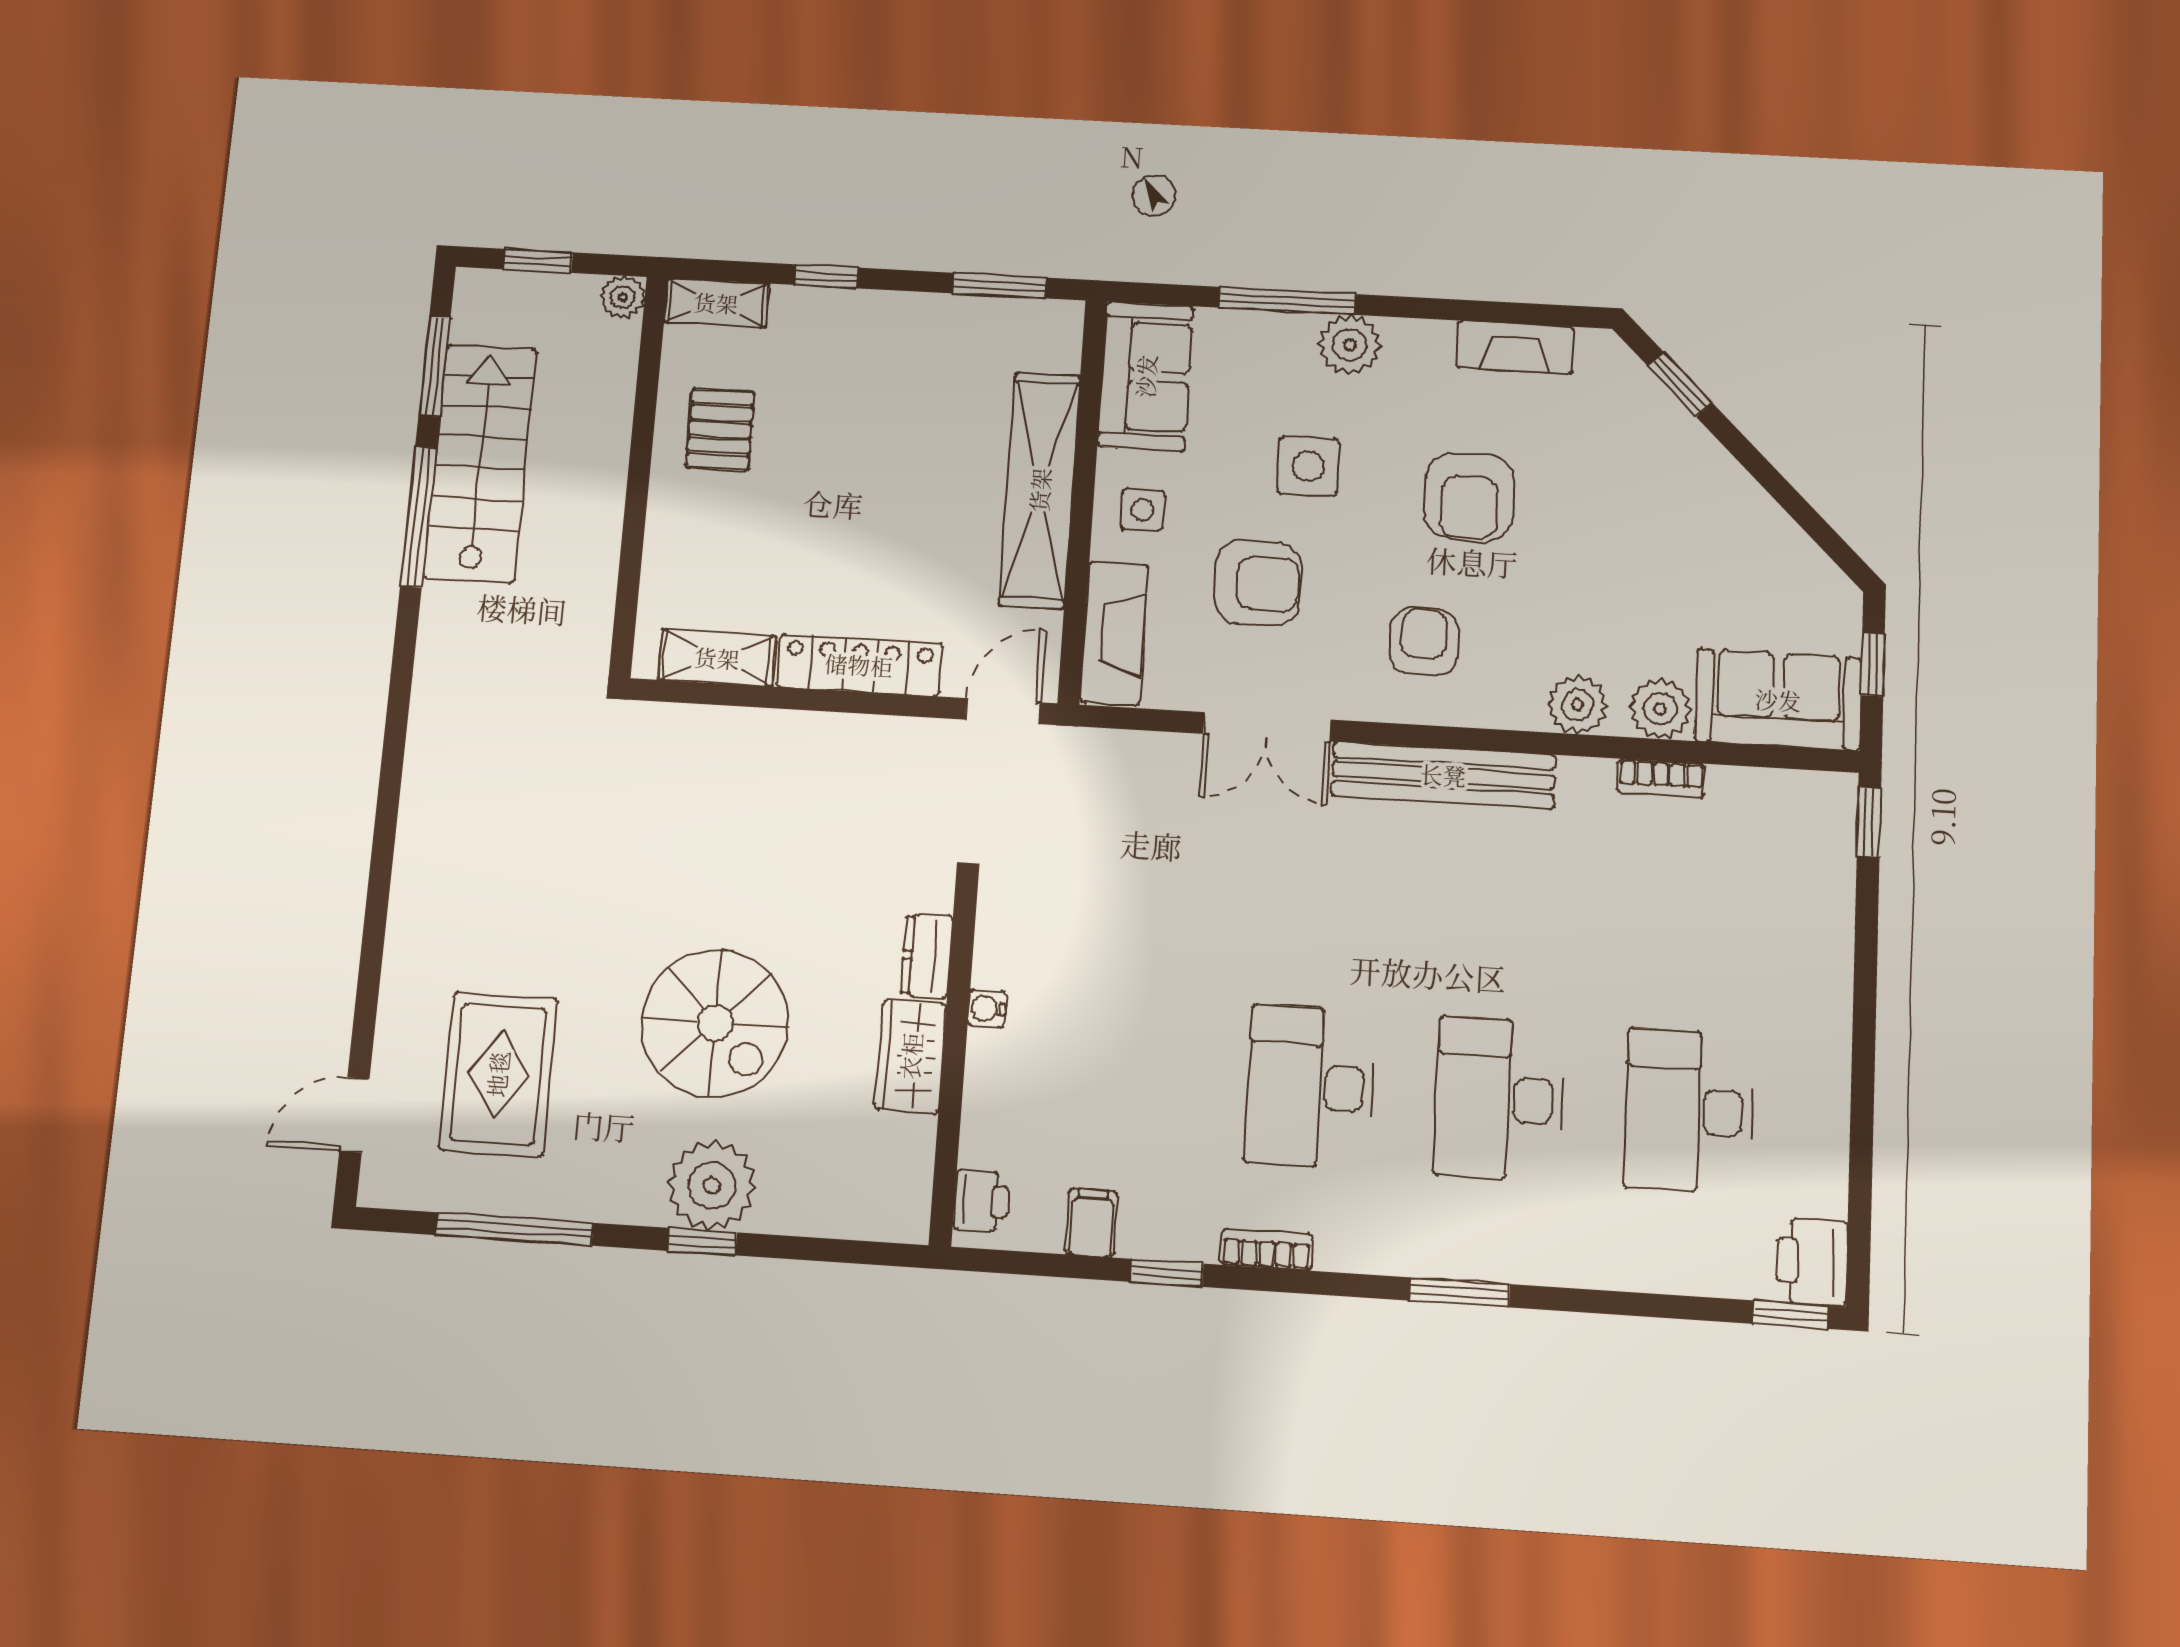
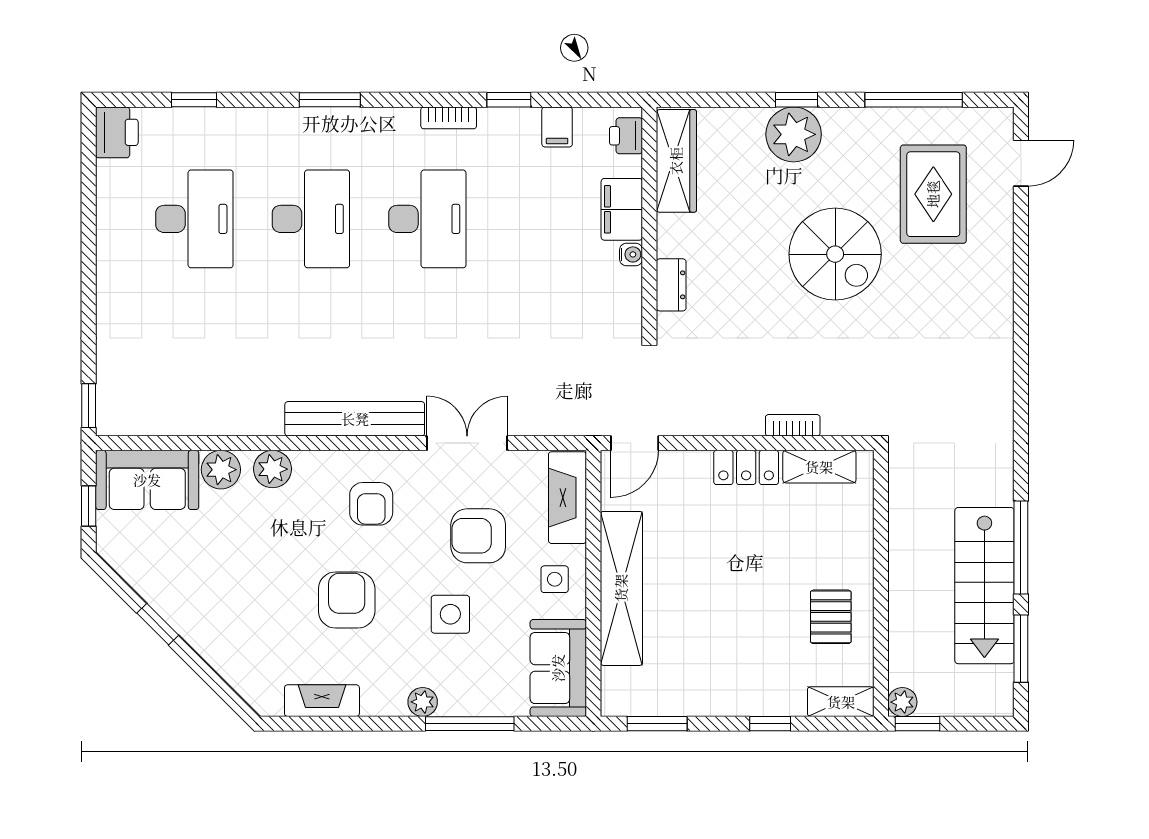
window: (538, 261) -> (918, 724), moved
plant: (1350, 345) -> (423, 702), width x0.73, depth x0.73
window: (1680, 384) -> (158, 624), moved
locker: (859, 665) -> (746, 467), width x0.66
bookcase: (1661, 778) -> (793, 425), moved
spiral stairs: (715, 1023) -> (835, 254), moved, turned 180
wardrobe: (911, 1056) -> (676, 161), moved, width x1.50
filing cabinet: (996, 1082) -> (622, 209), added
window: (1790, 1315) -> (194, 100), moved

